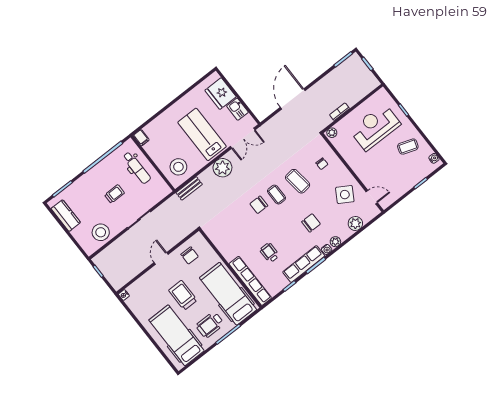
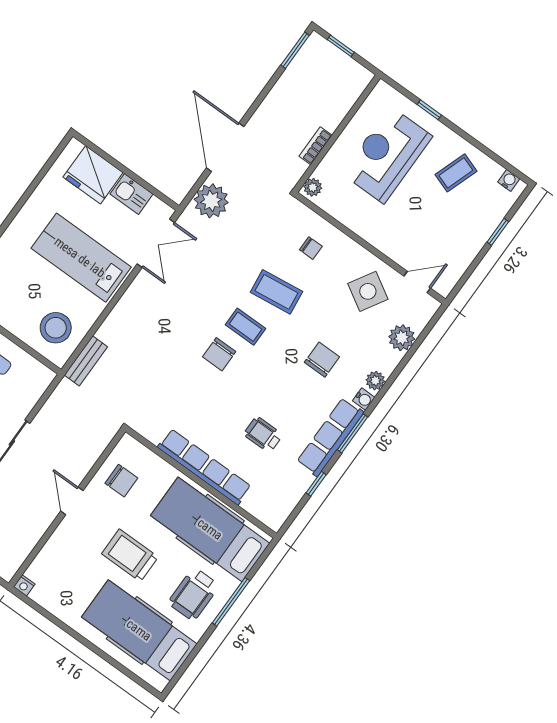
plant: (222, 168) -> (211, 201), moved
row of seats: (250, 281) -> (204, 467), moved

